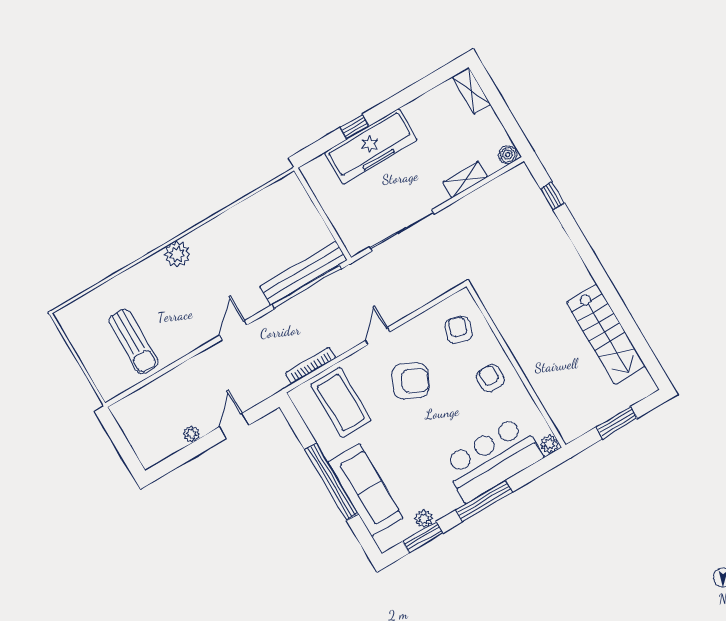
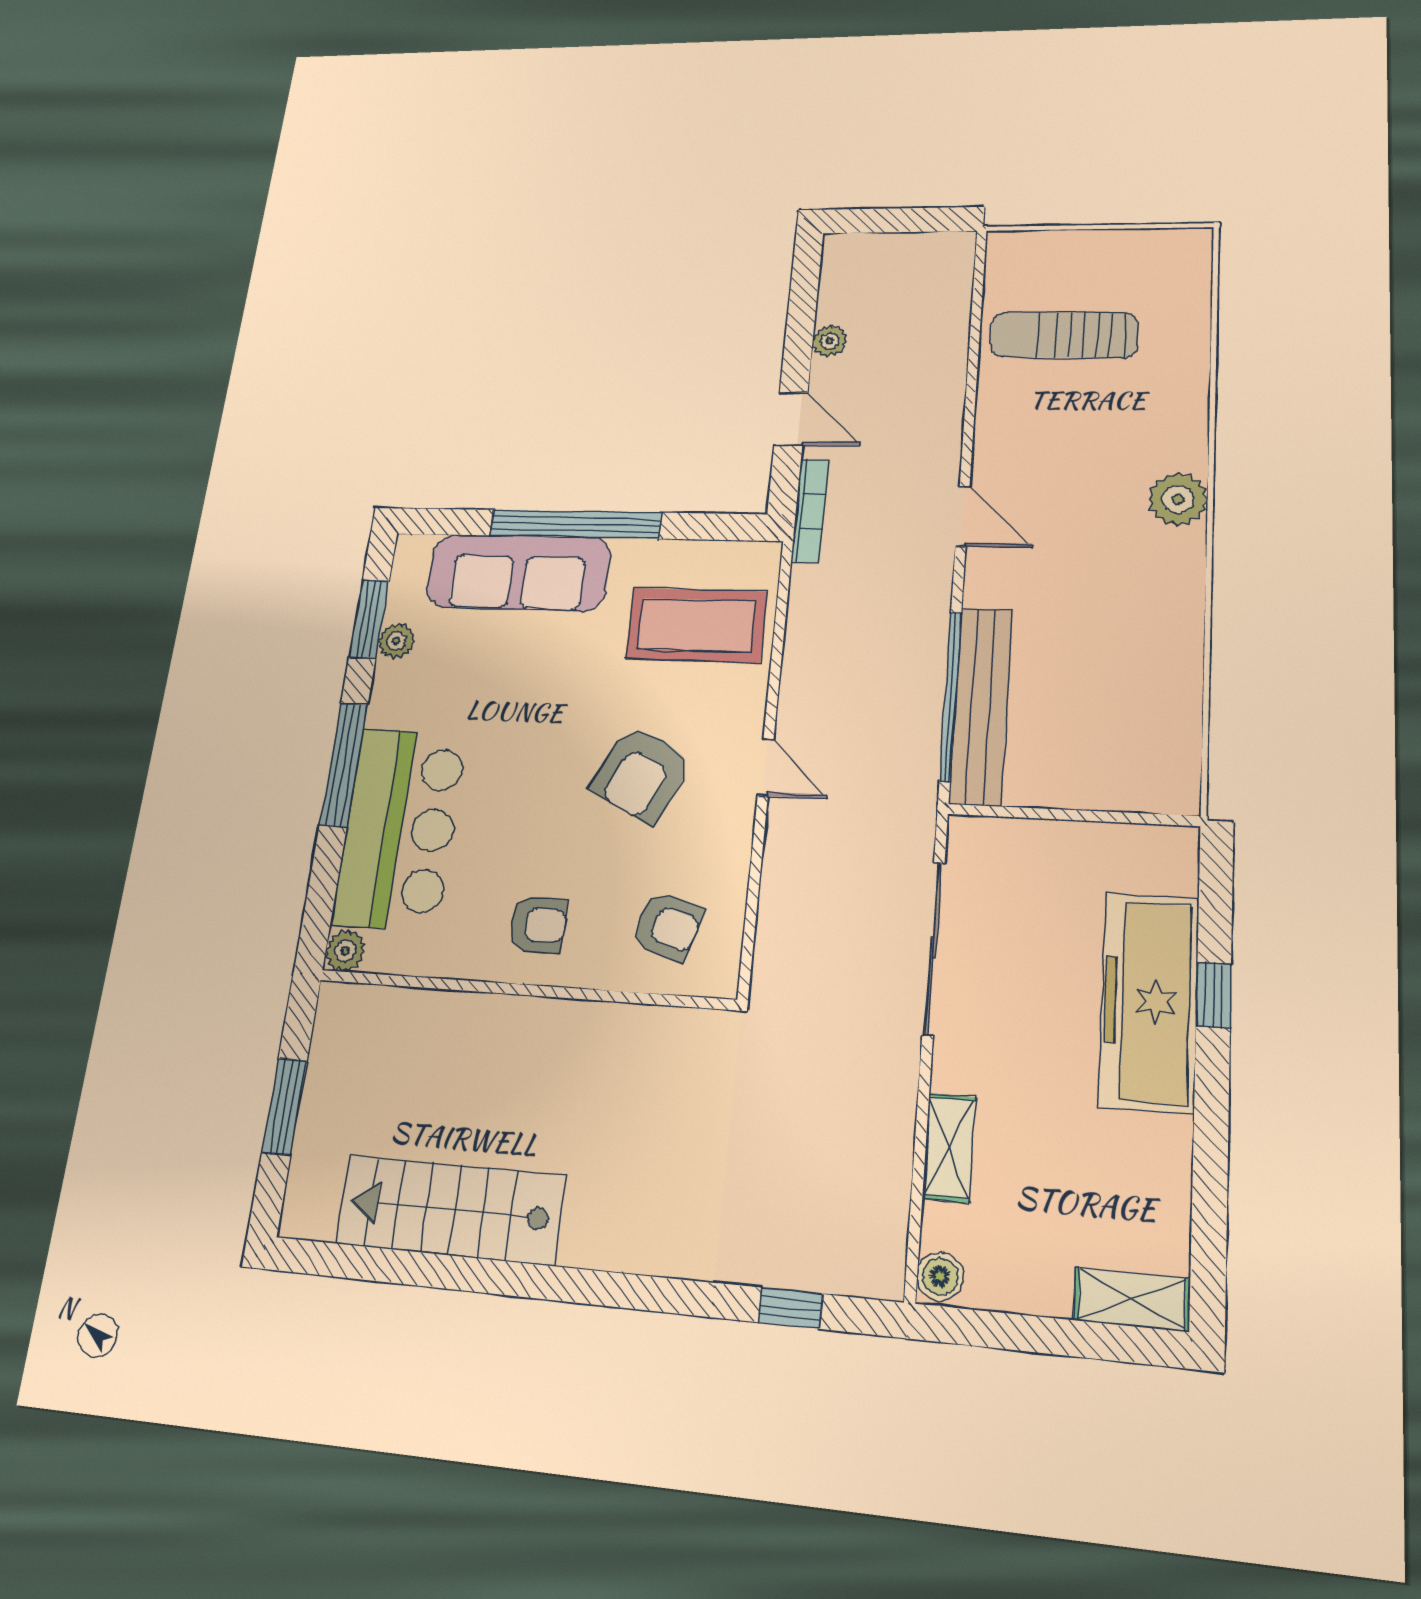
bookcase: (311, 365) -> (810, 511), moved

